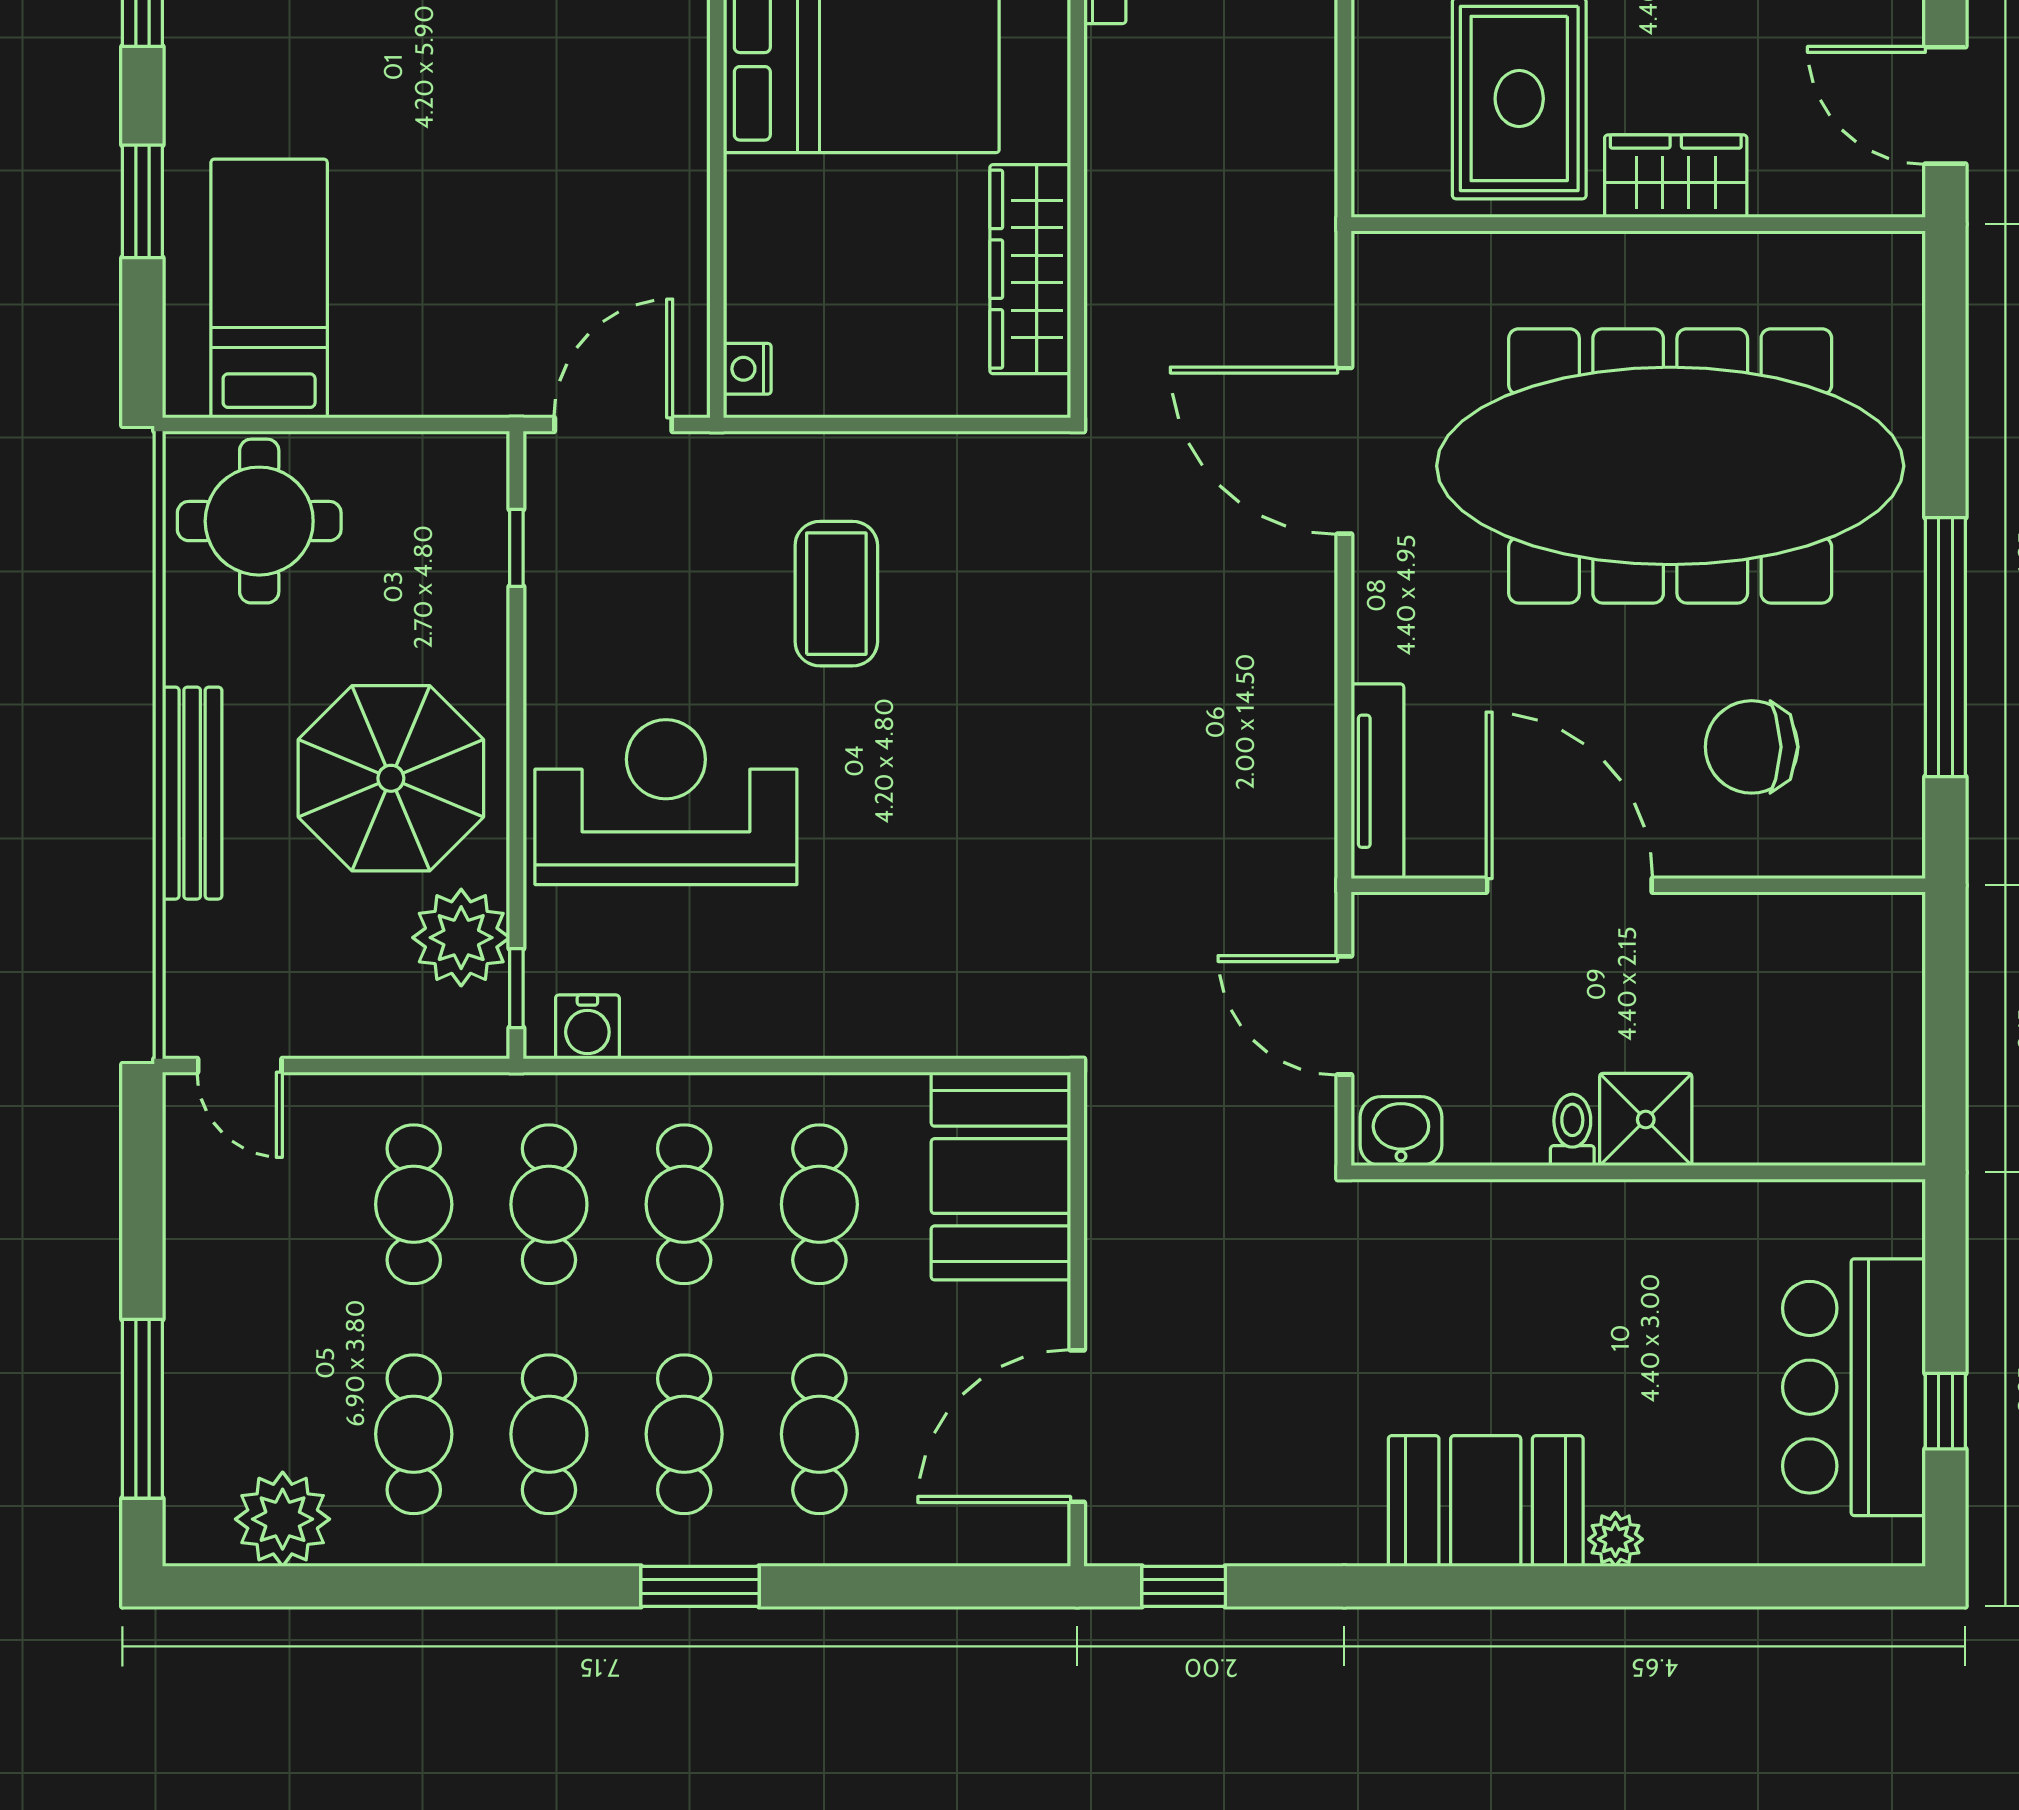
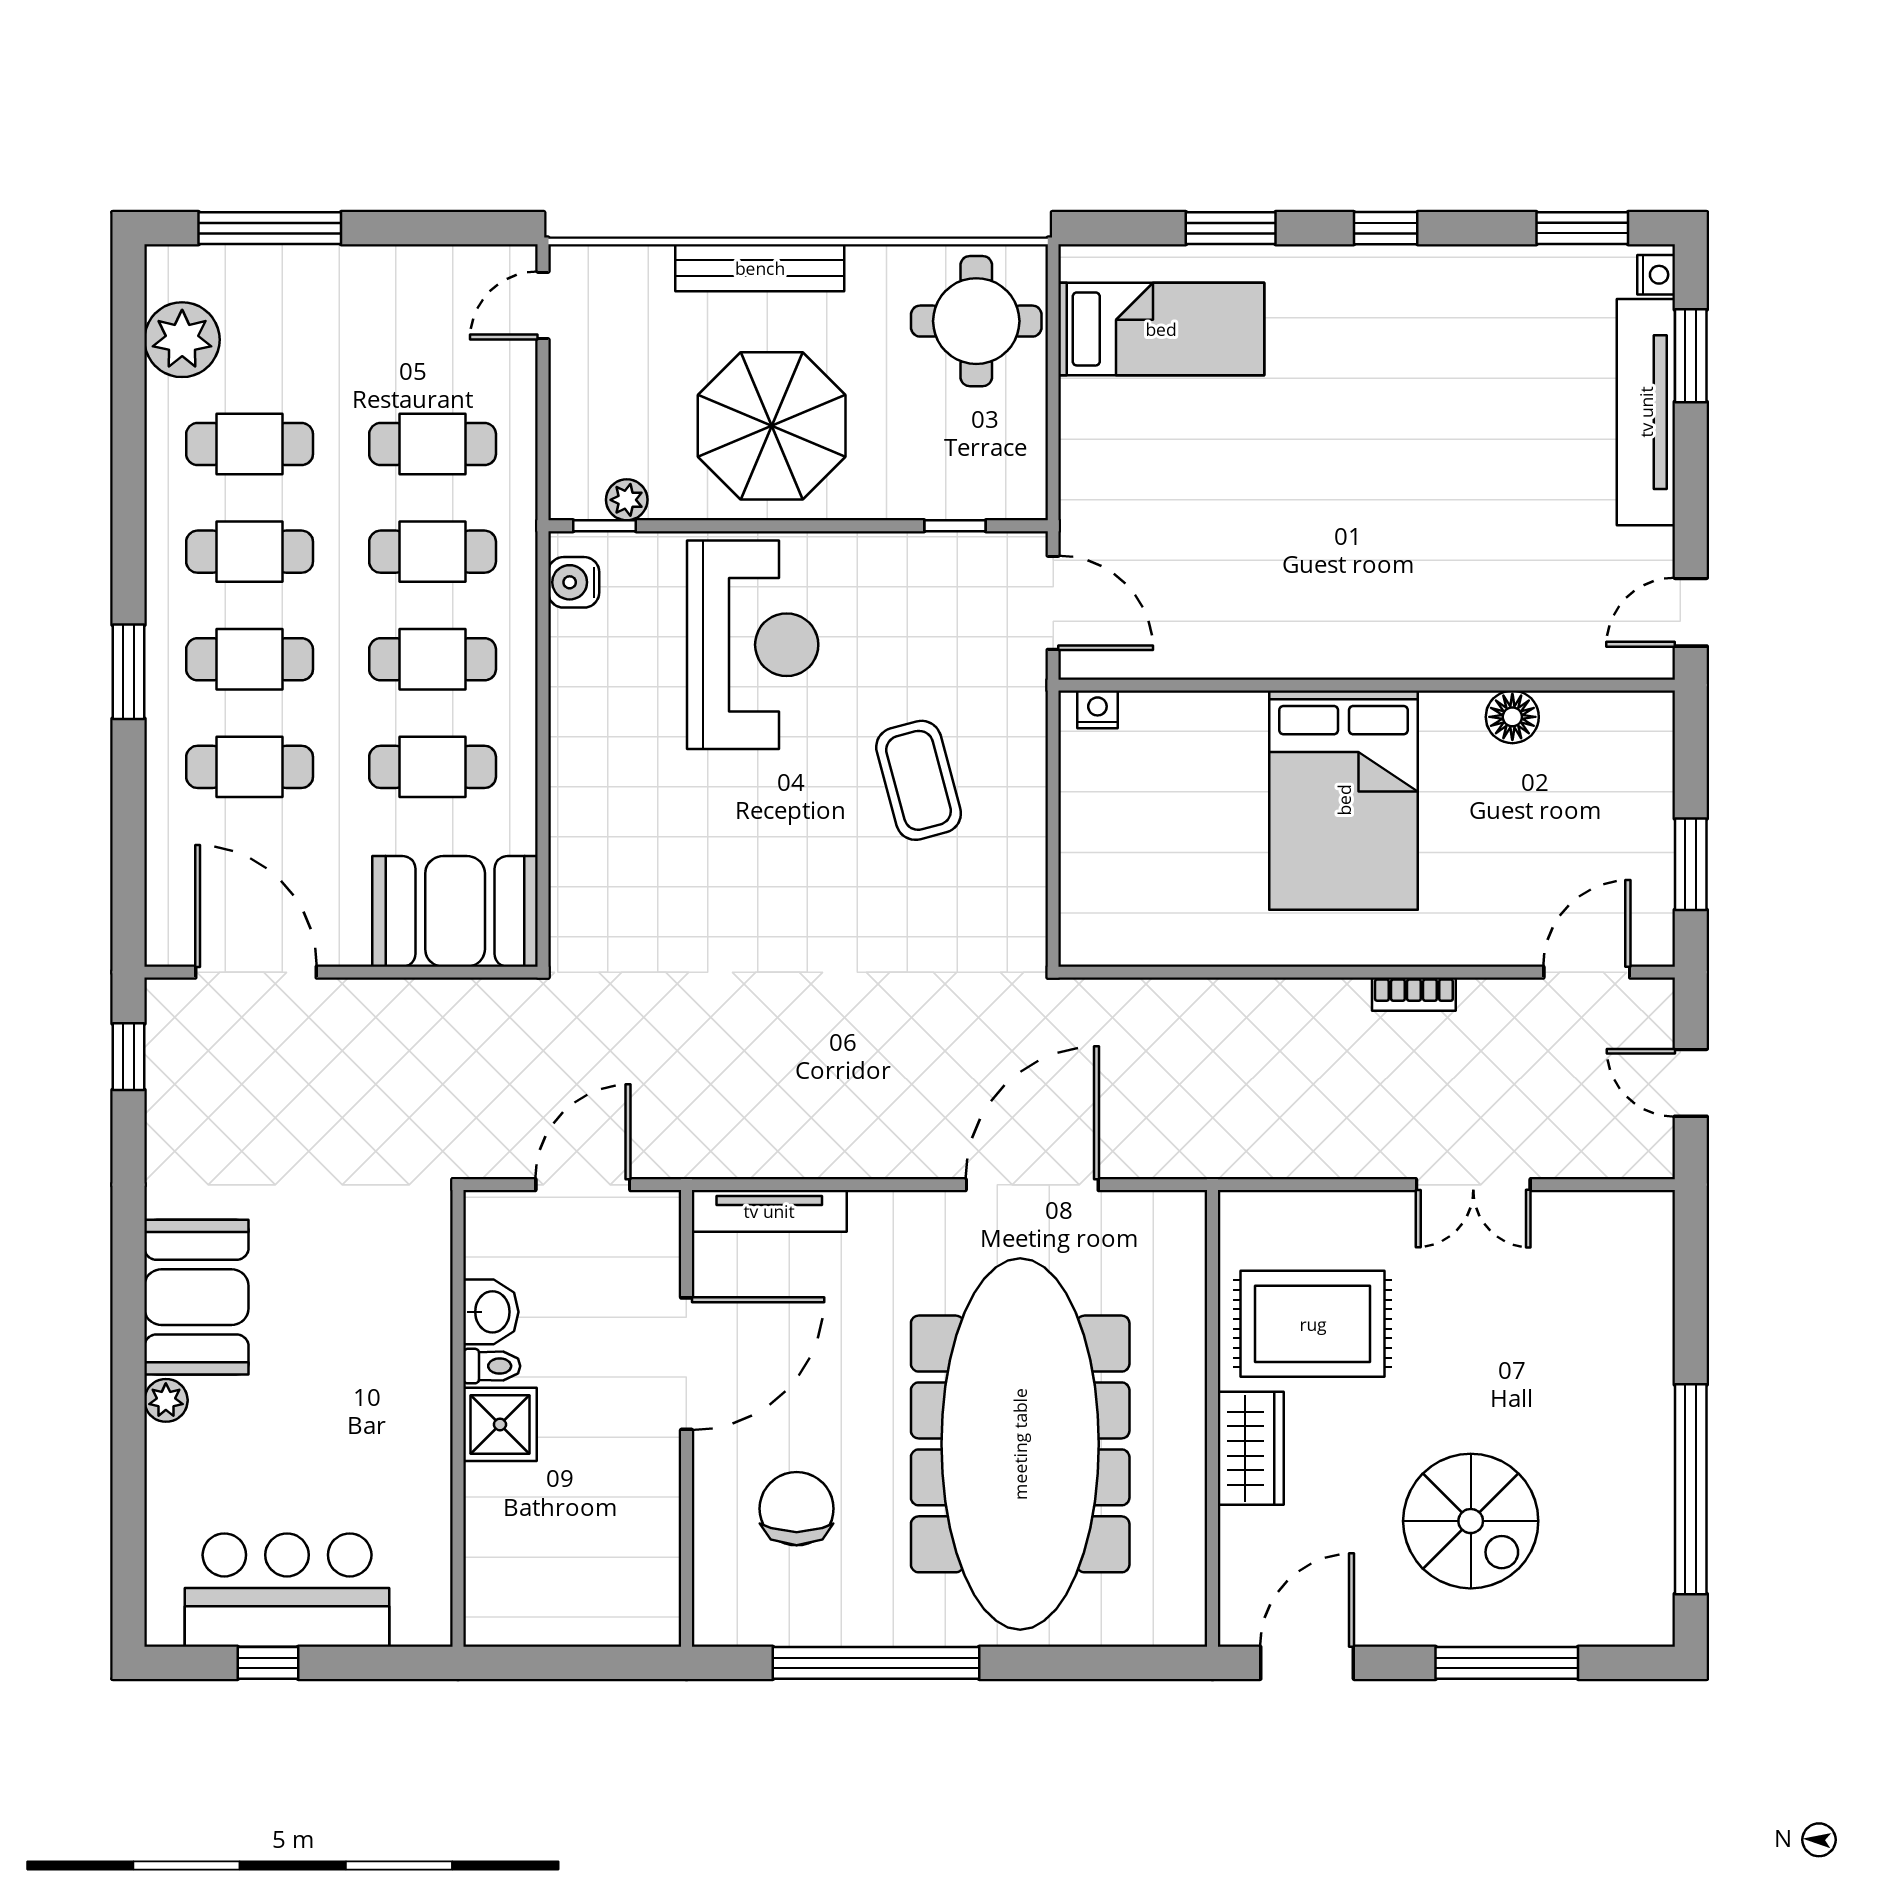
wardrobe: (1030, 269) -> (1177, 935), removed
coffee table: (836, 594) -> (919, 780), turned 75
plant: (461, 938) -> (627, 500), width x0.53, depth x0.53
washbasin: (1401, 1131) -> (491, 1312), moved

